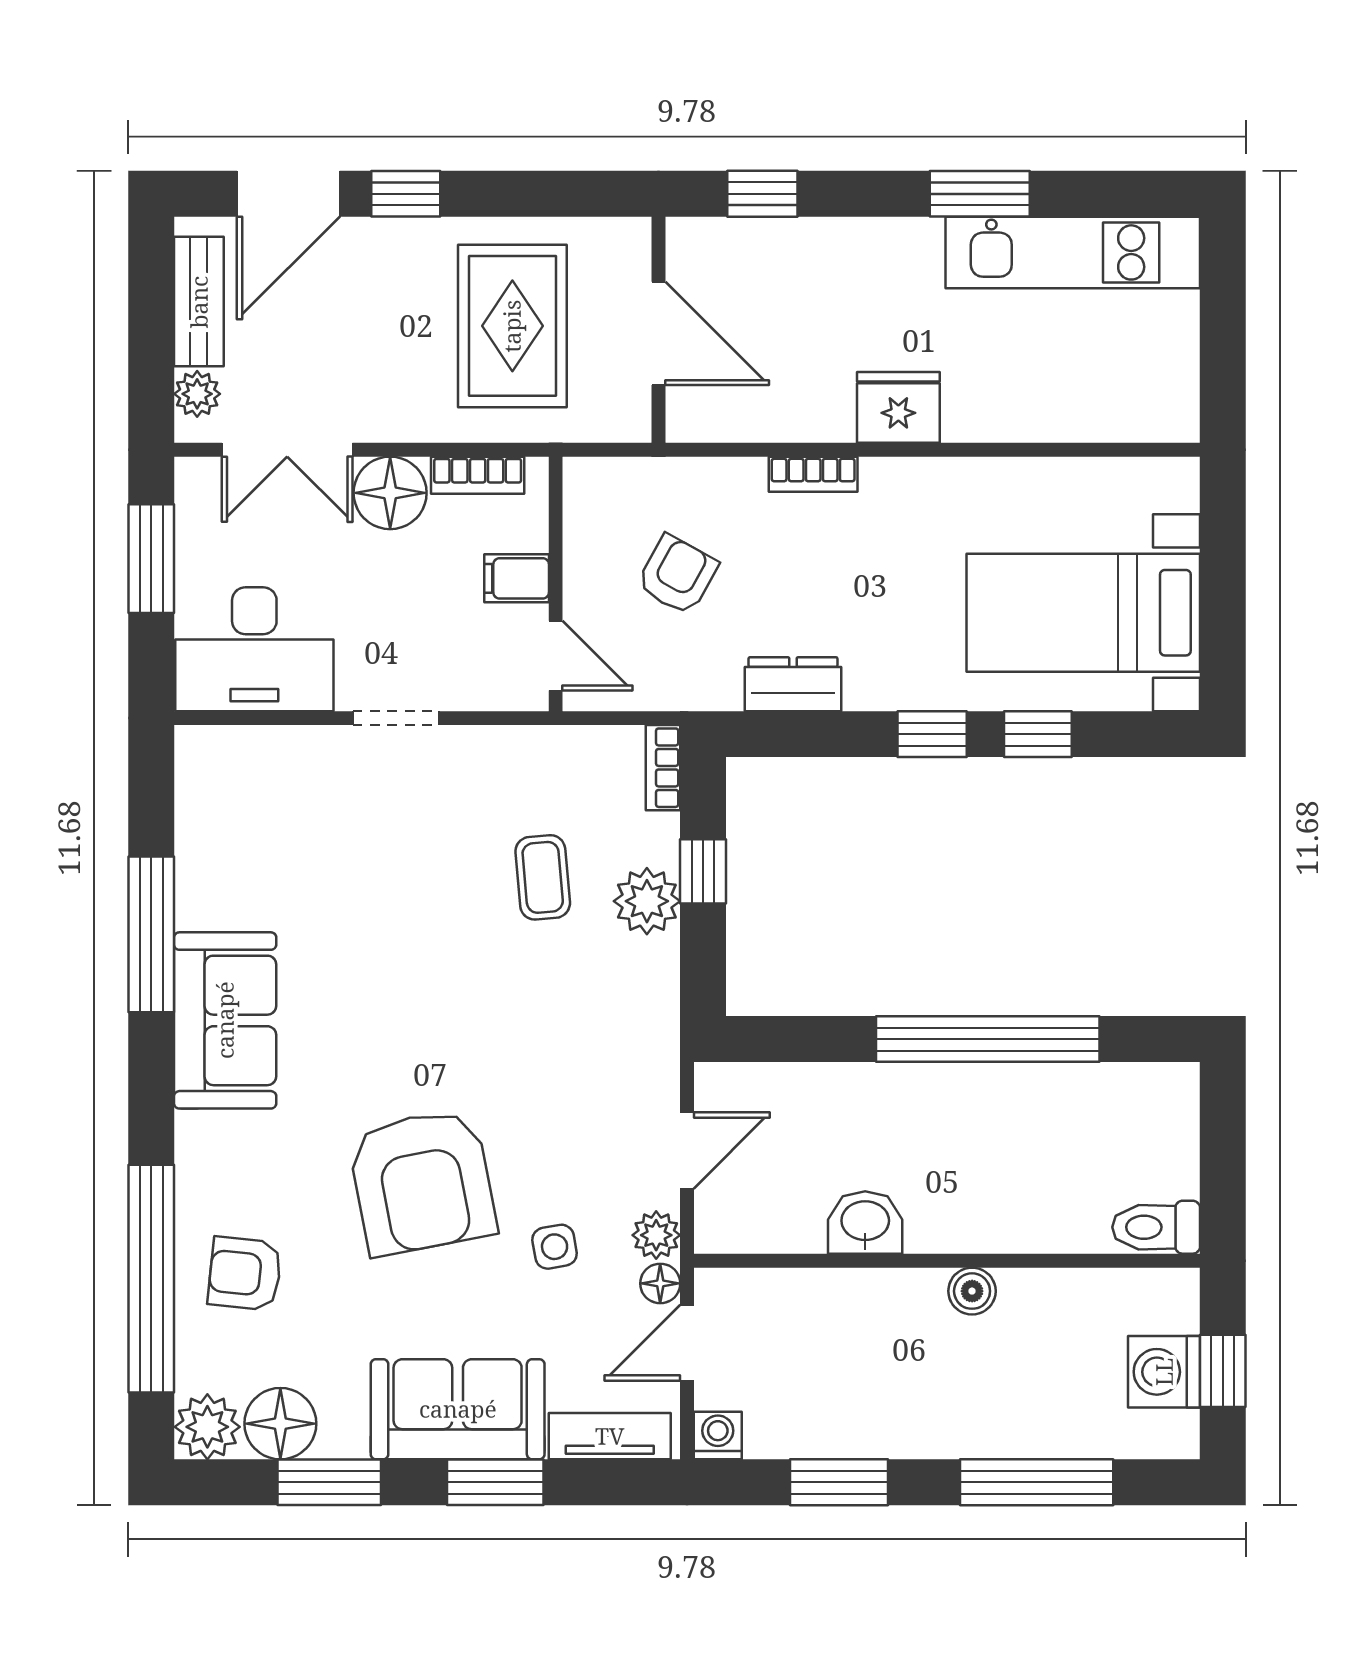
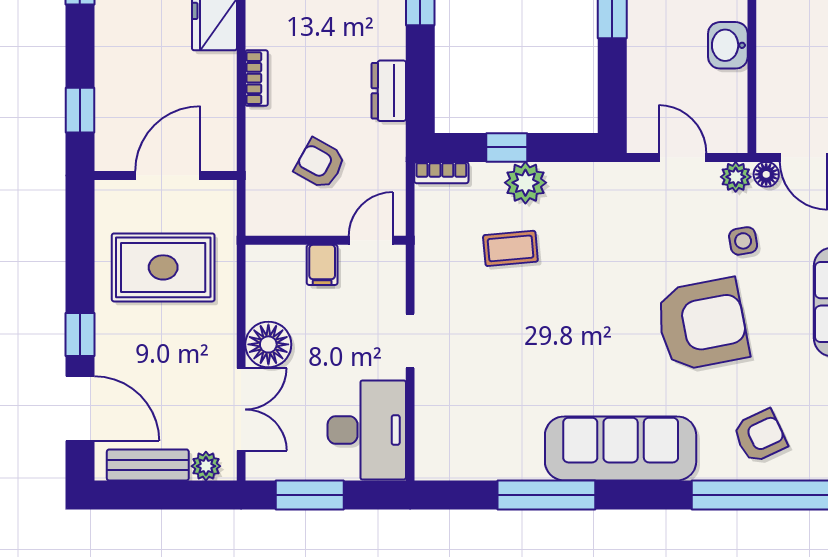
bookcase: (478, 475) -> (257, 289), removed
sofa: (225, 1020) -> (621, 448), width x1.36
armchair: (245, 1274) -> (760, 436), turned -121

